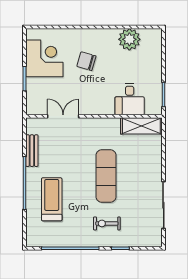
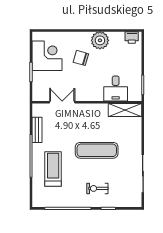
printer: (150, 36) -> (132, 37), added
plant: (129, 39) -> (100, 40), moved
exercise mat: (106, 176) -> (97, 150), turned 90

